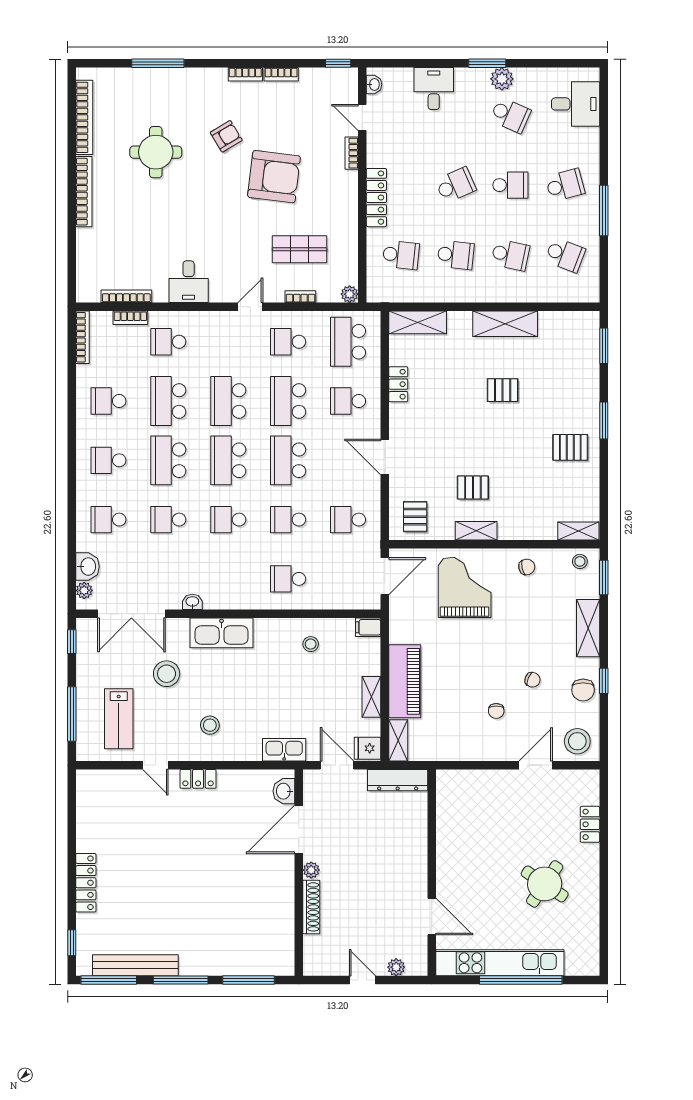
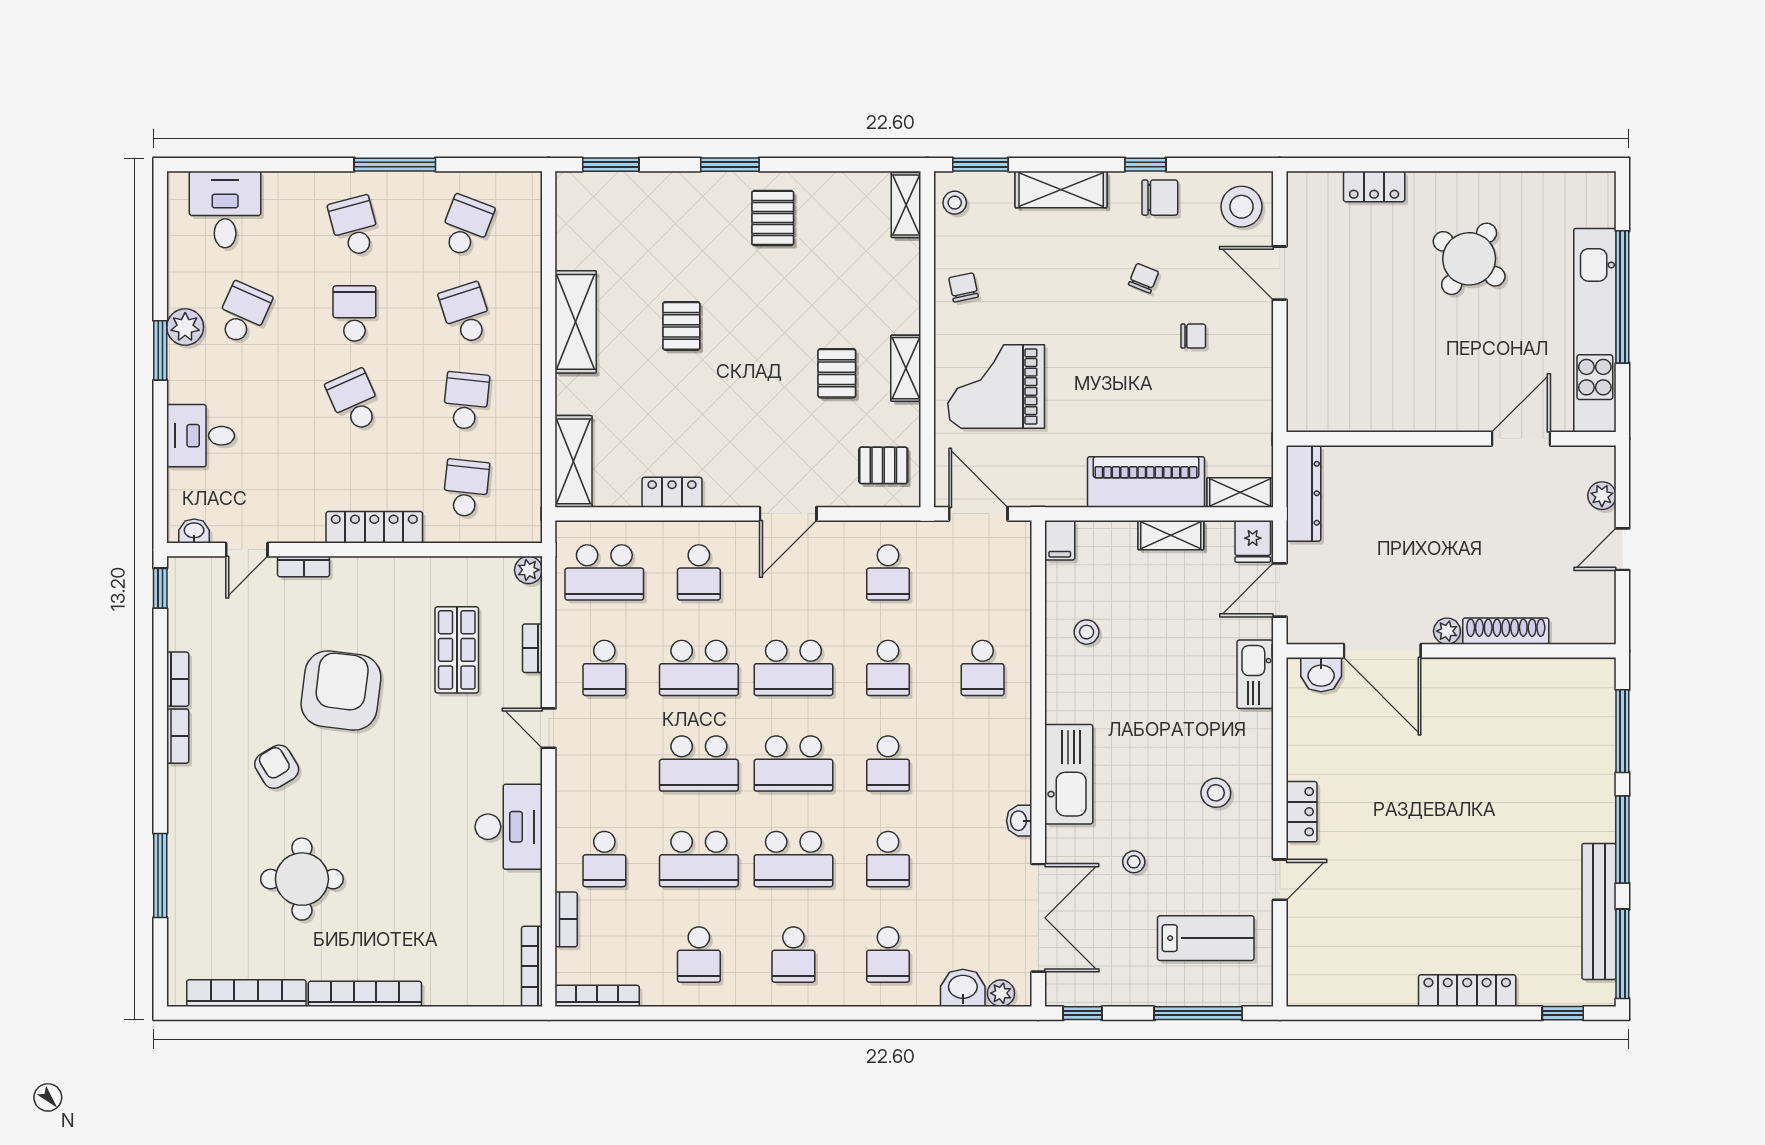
school desk: (510, 255) -> (466, 313), turned -30
desk: (189, 282) -> (509, 827), width x1.37
bookcase: (126, 296) -> (532, 966), moved
stool: (167, 674) -> (1134, 862), width x0.53, depth x0.53

